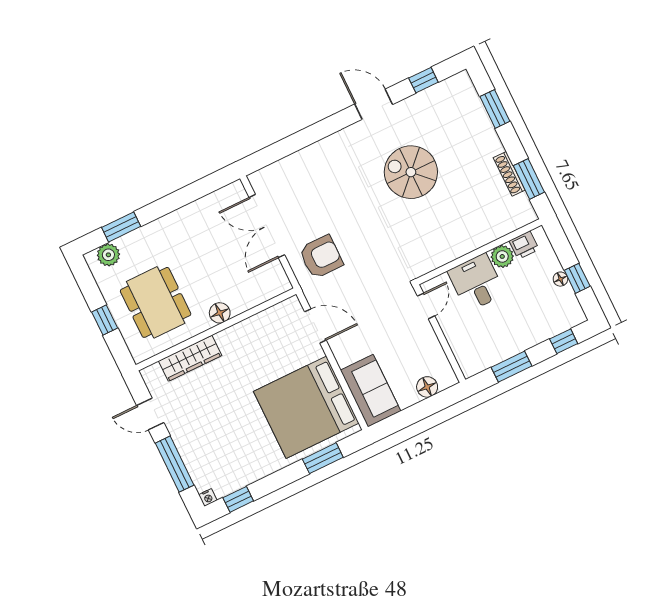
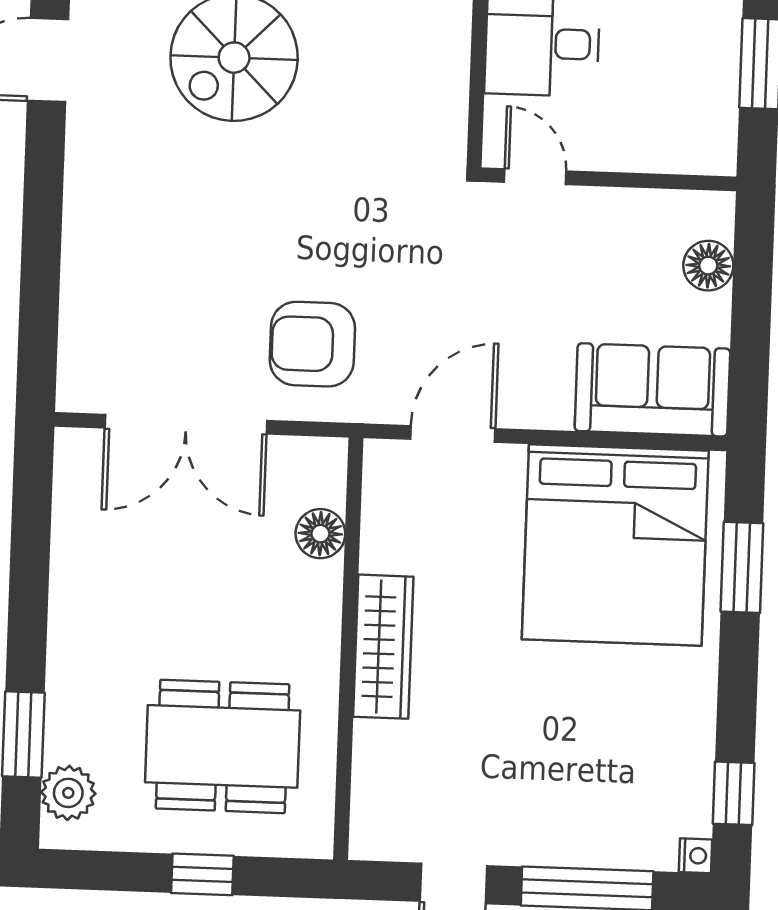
armchair: (321, 257) -> (312, 344), turned -90
floor lamp: (220, 313) -> (320, 534), moved
wardrobe: (190, 358) -> (383, 647), moved

